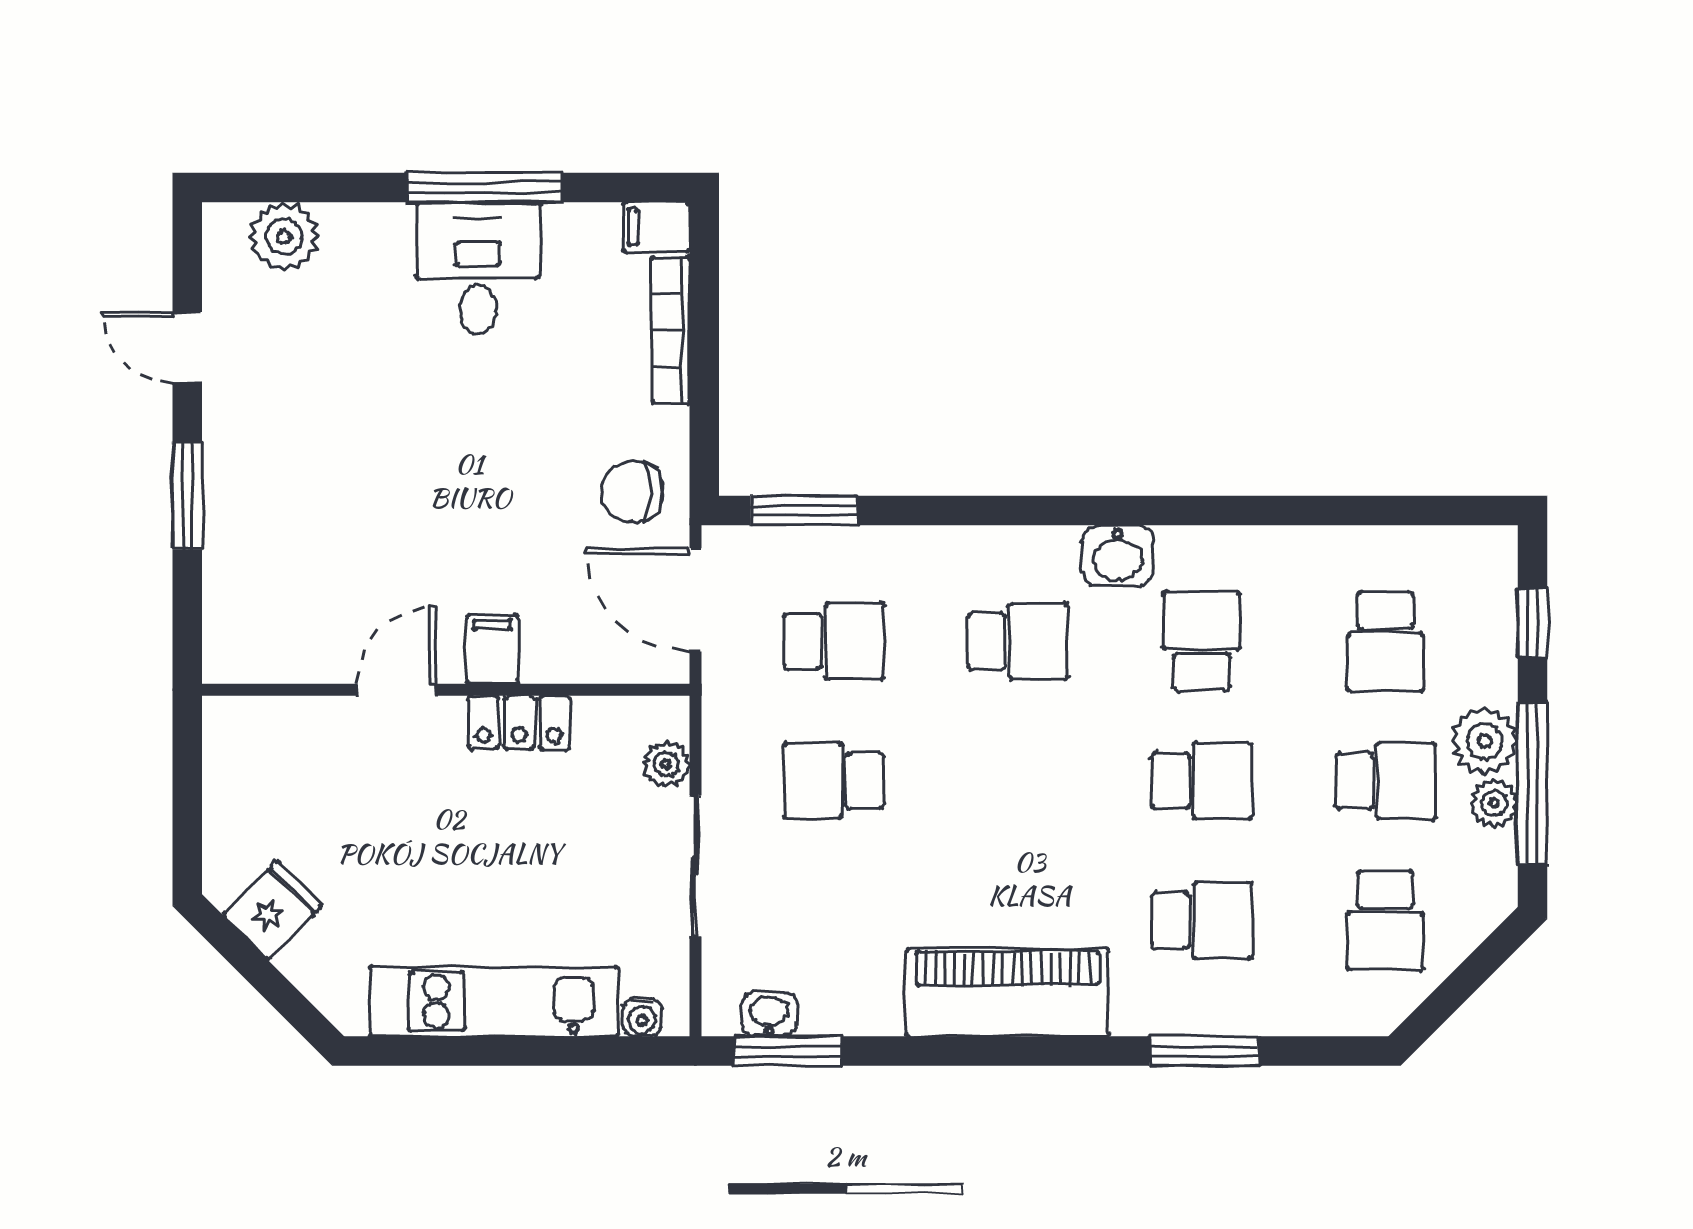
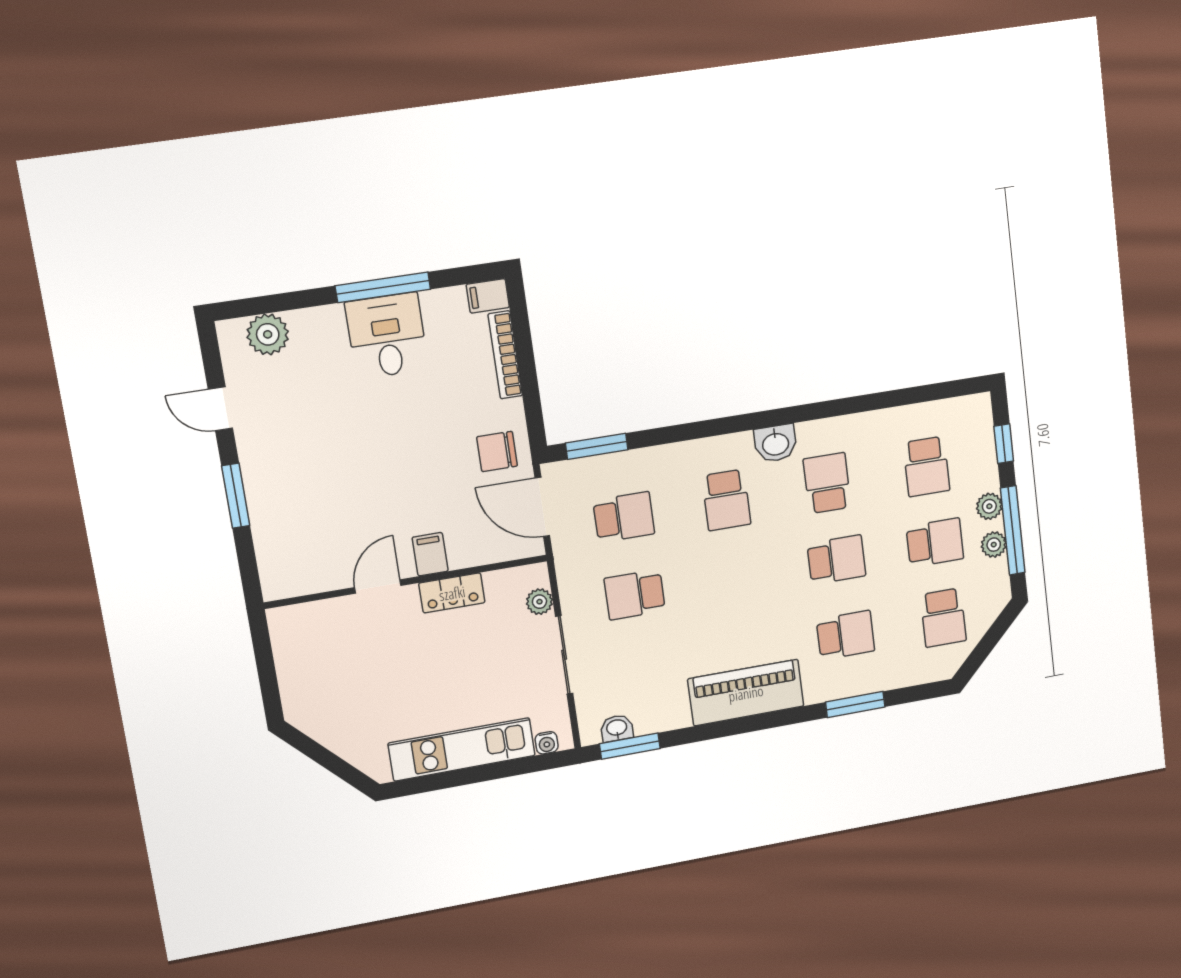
school desk: (1018, 641) -> (726, 500), turned 90
plant: (1484, 741) -> (989, 506), width x0.73, depth x0.73
fridge: (273, 910) -> (327, 722), removed

